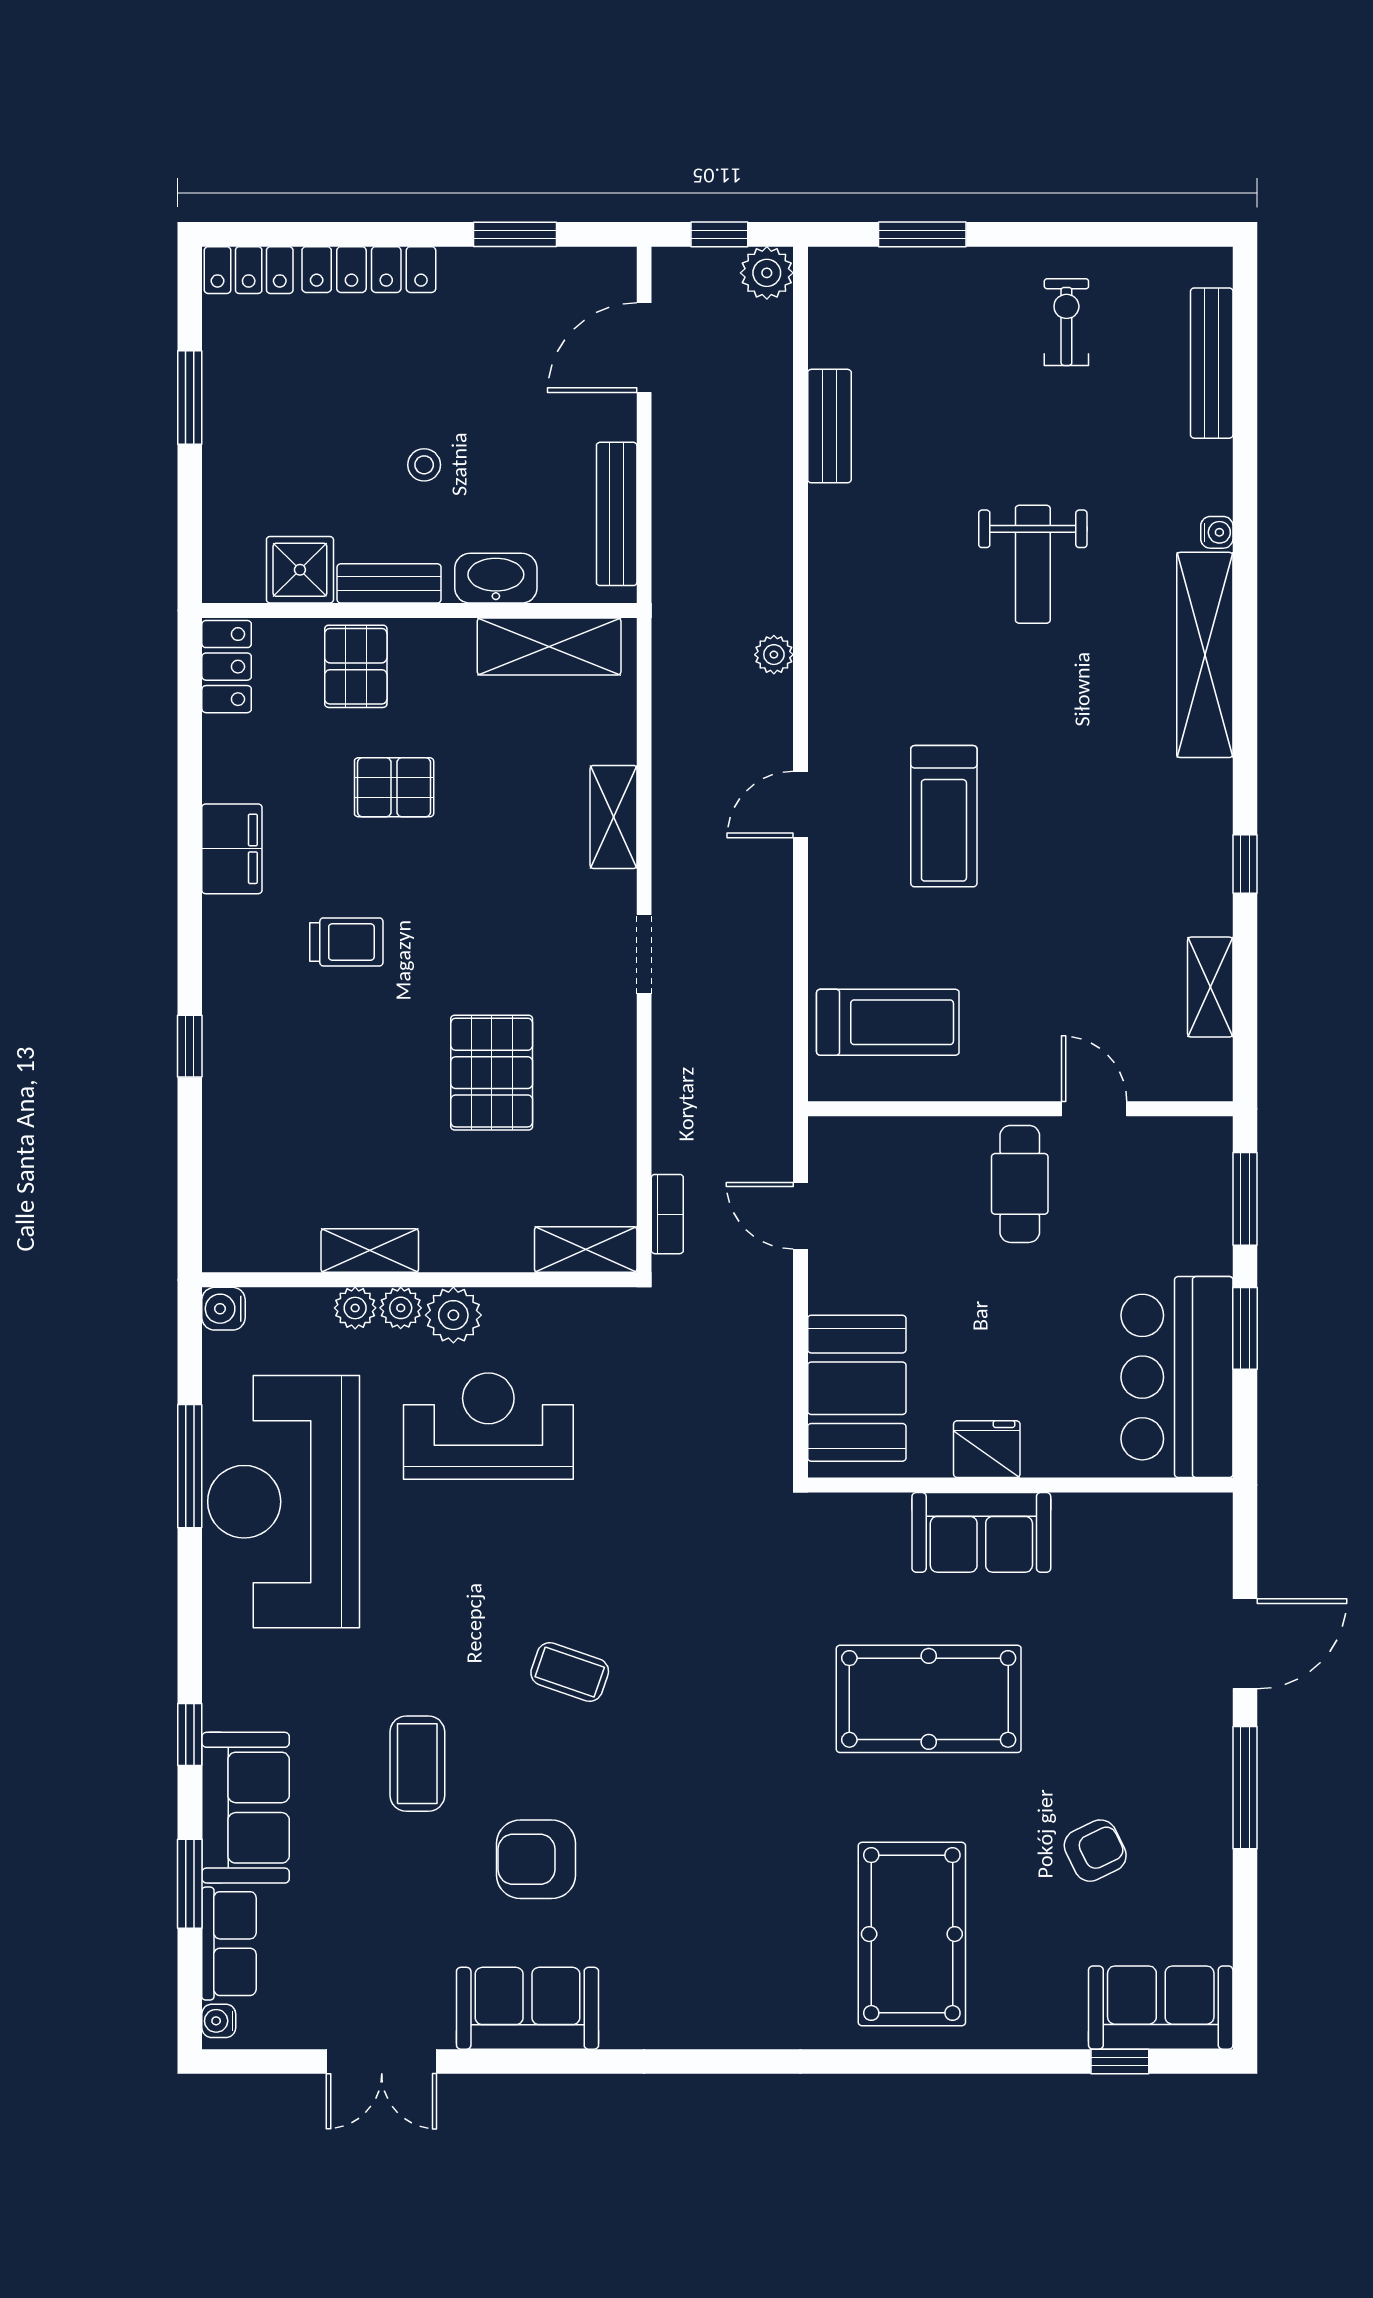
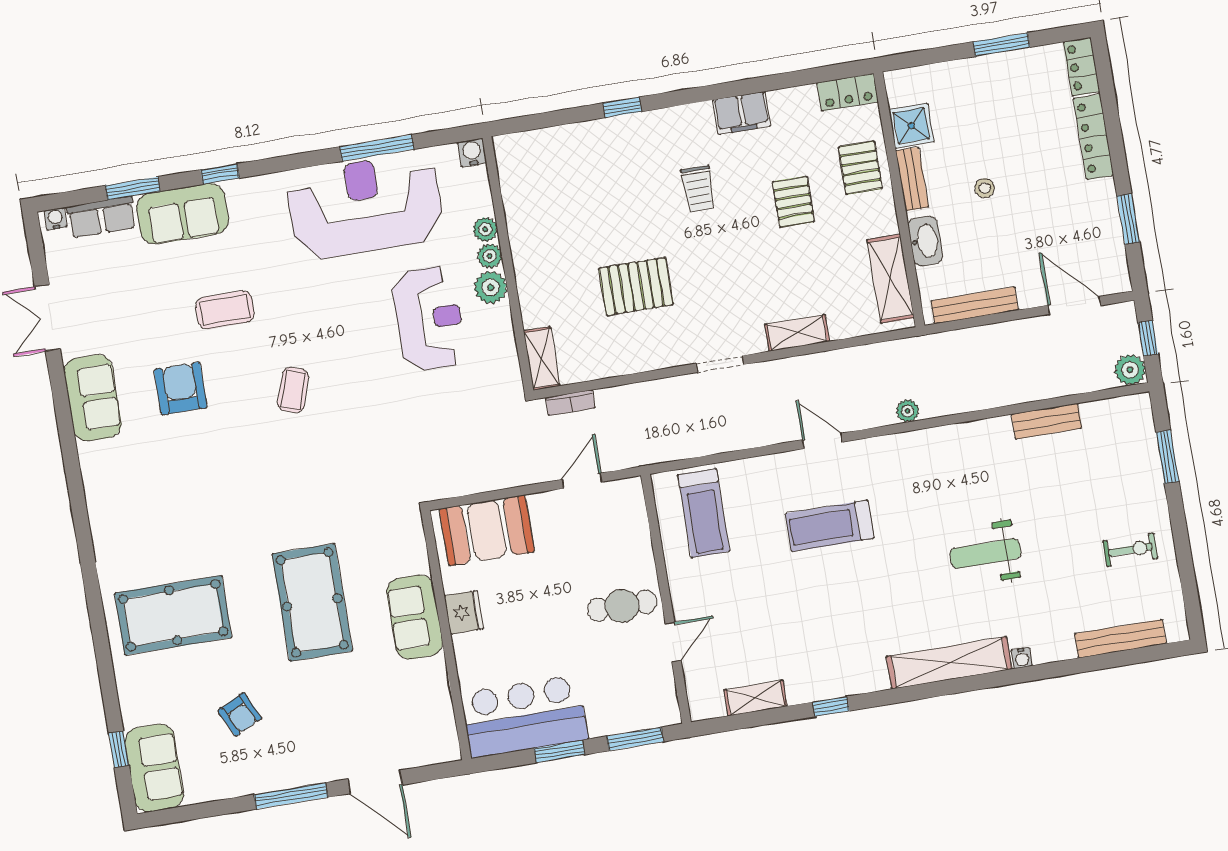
pallet: (356, 666) -> (860, 168), turned 90
shelving: (370, 1251) -> (520, 232), removed

